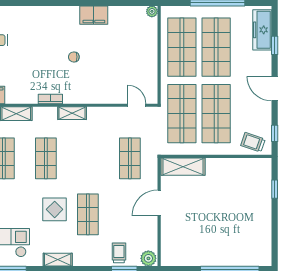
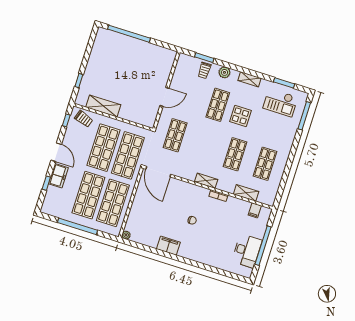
freezer: (262, 30) -> (58, 176), moved, width x0.71
door: (137, 105) -> (158, 172), width x1.87
shelving: (183, 167) -> (103, 106), moved
plant: (148, 258) -> (224, 72), moved

